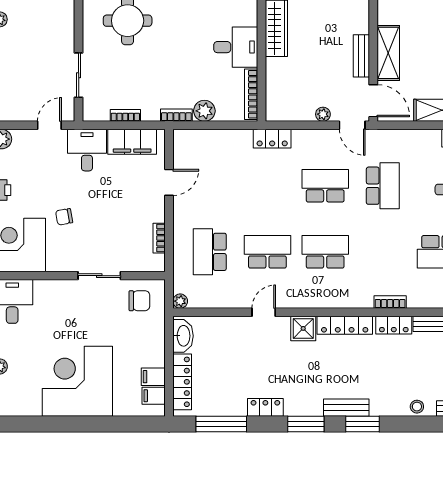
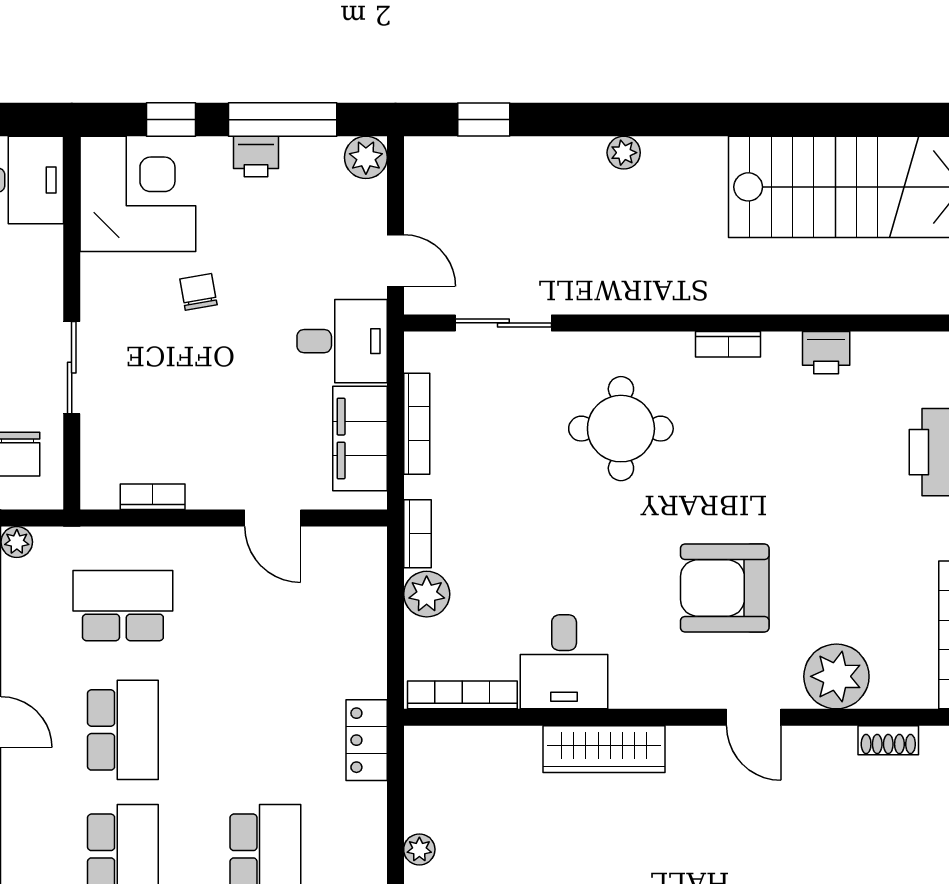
bookcase: (125, 115) -> (417, 424), width x1.56

